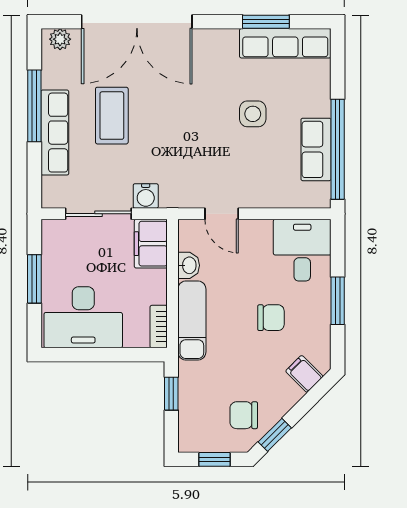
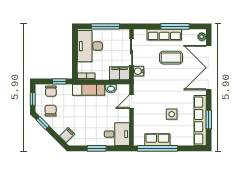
row of seats: (285, 43) -> (200, 121), width x1.36
window: (34, 279) -> (105, 26), width x1.44
chair: (271, 318) -> (51, 91), moved

